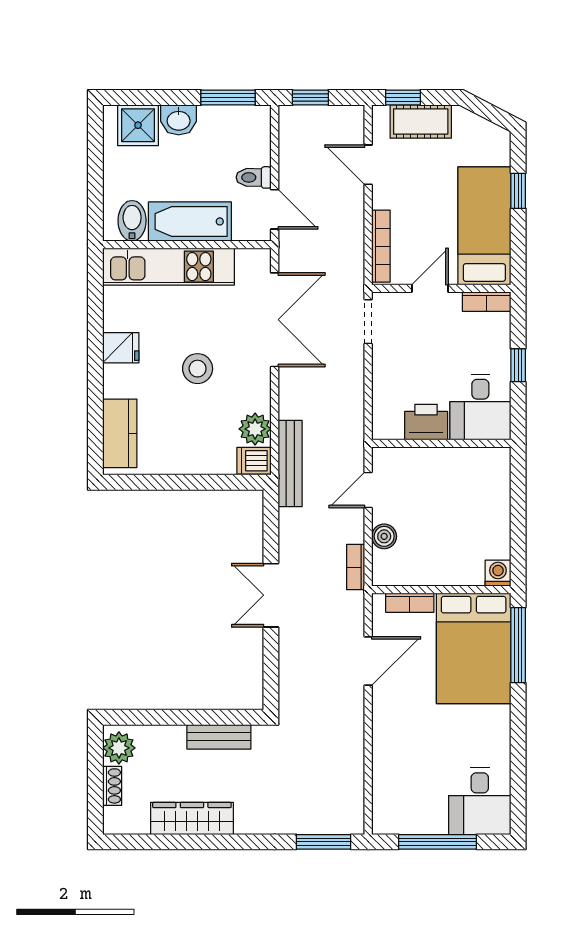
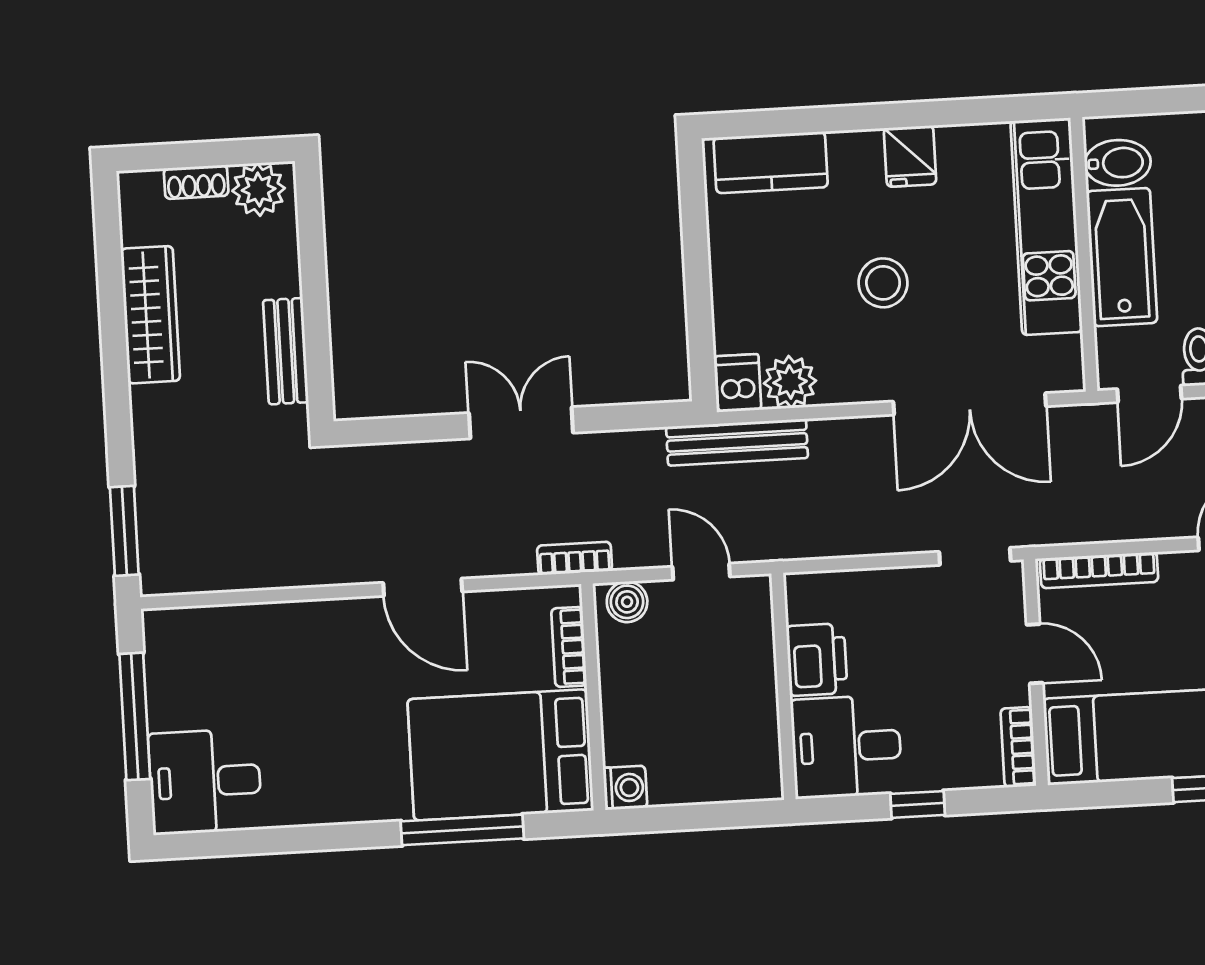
washing machine: (498, 573) -> (625, 788), moved
wall: (441, 590) -> (593, 697), moved
bookcase: (410, 603) -> (569, 647), moved
bed: (474, 648) -> (501, 755), moved

